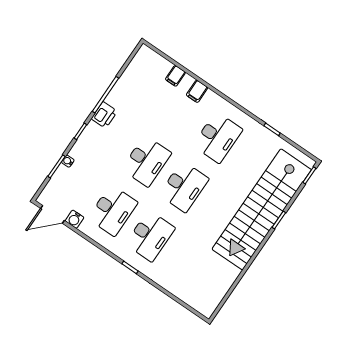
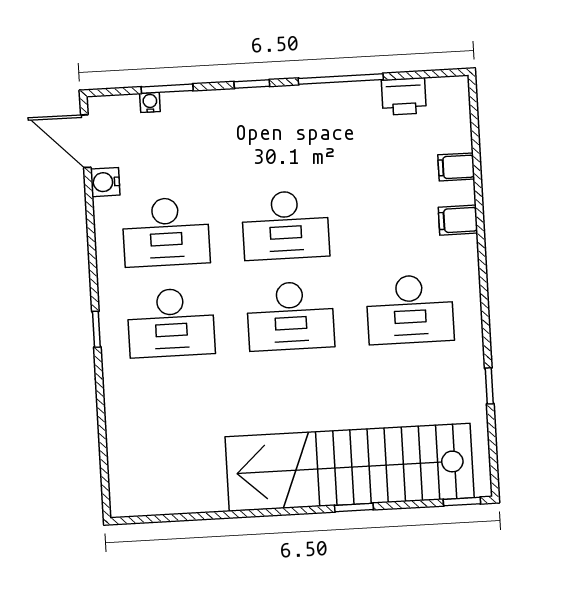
printer: (104, 115) -> (404, 96), moved
water cooler: (68, 161) -> (150, 102), moved

